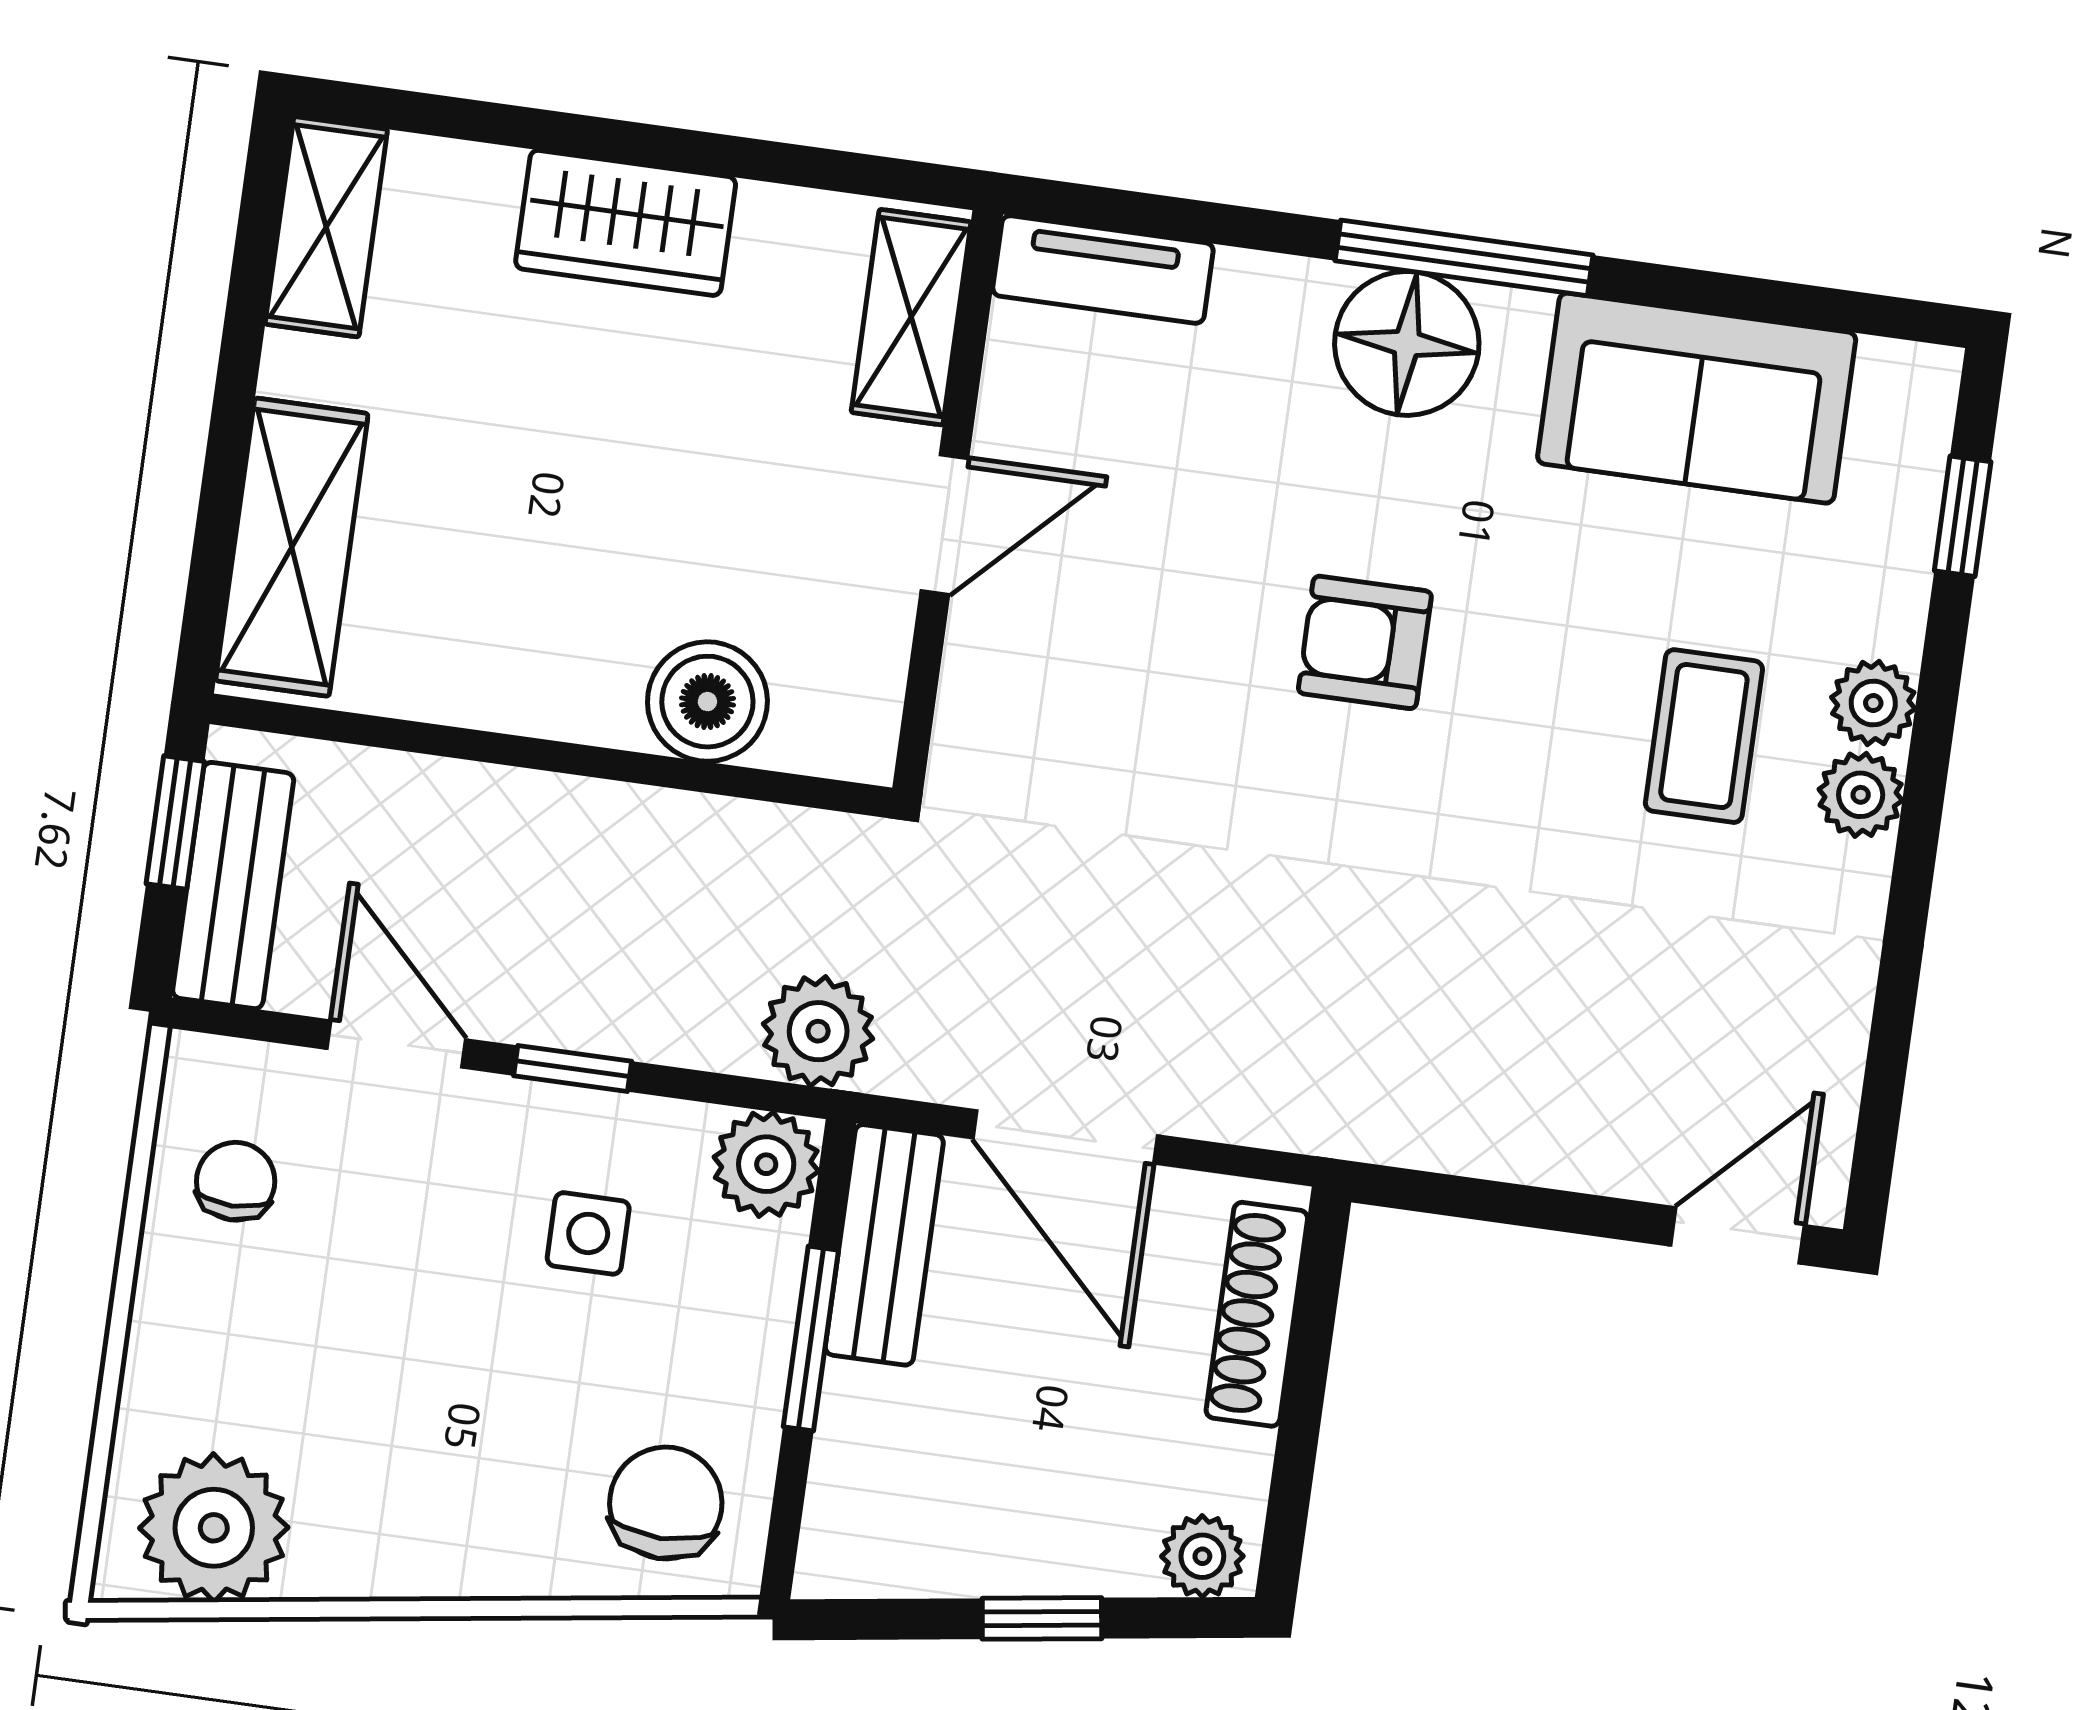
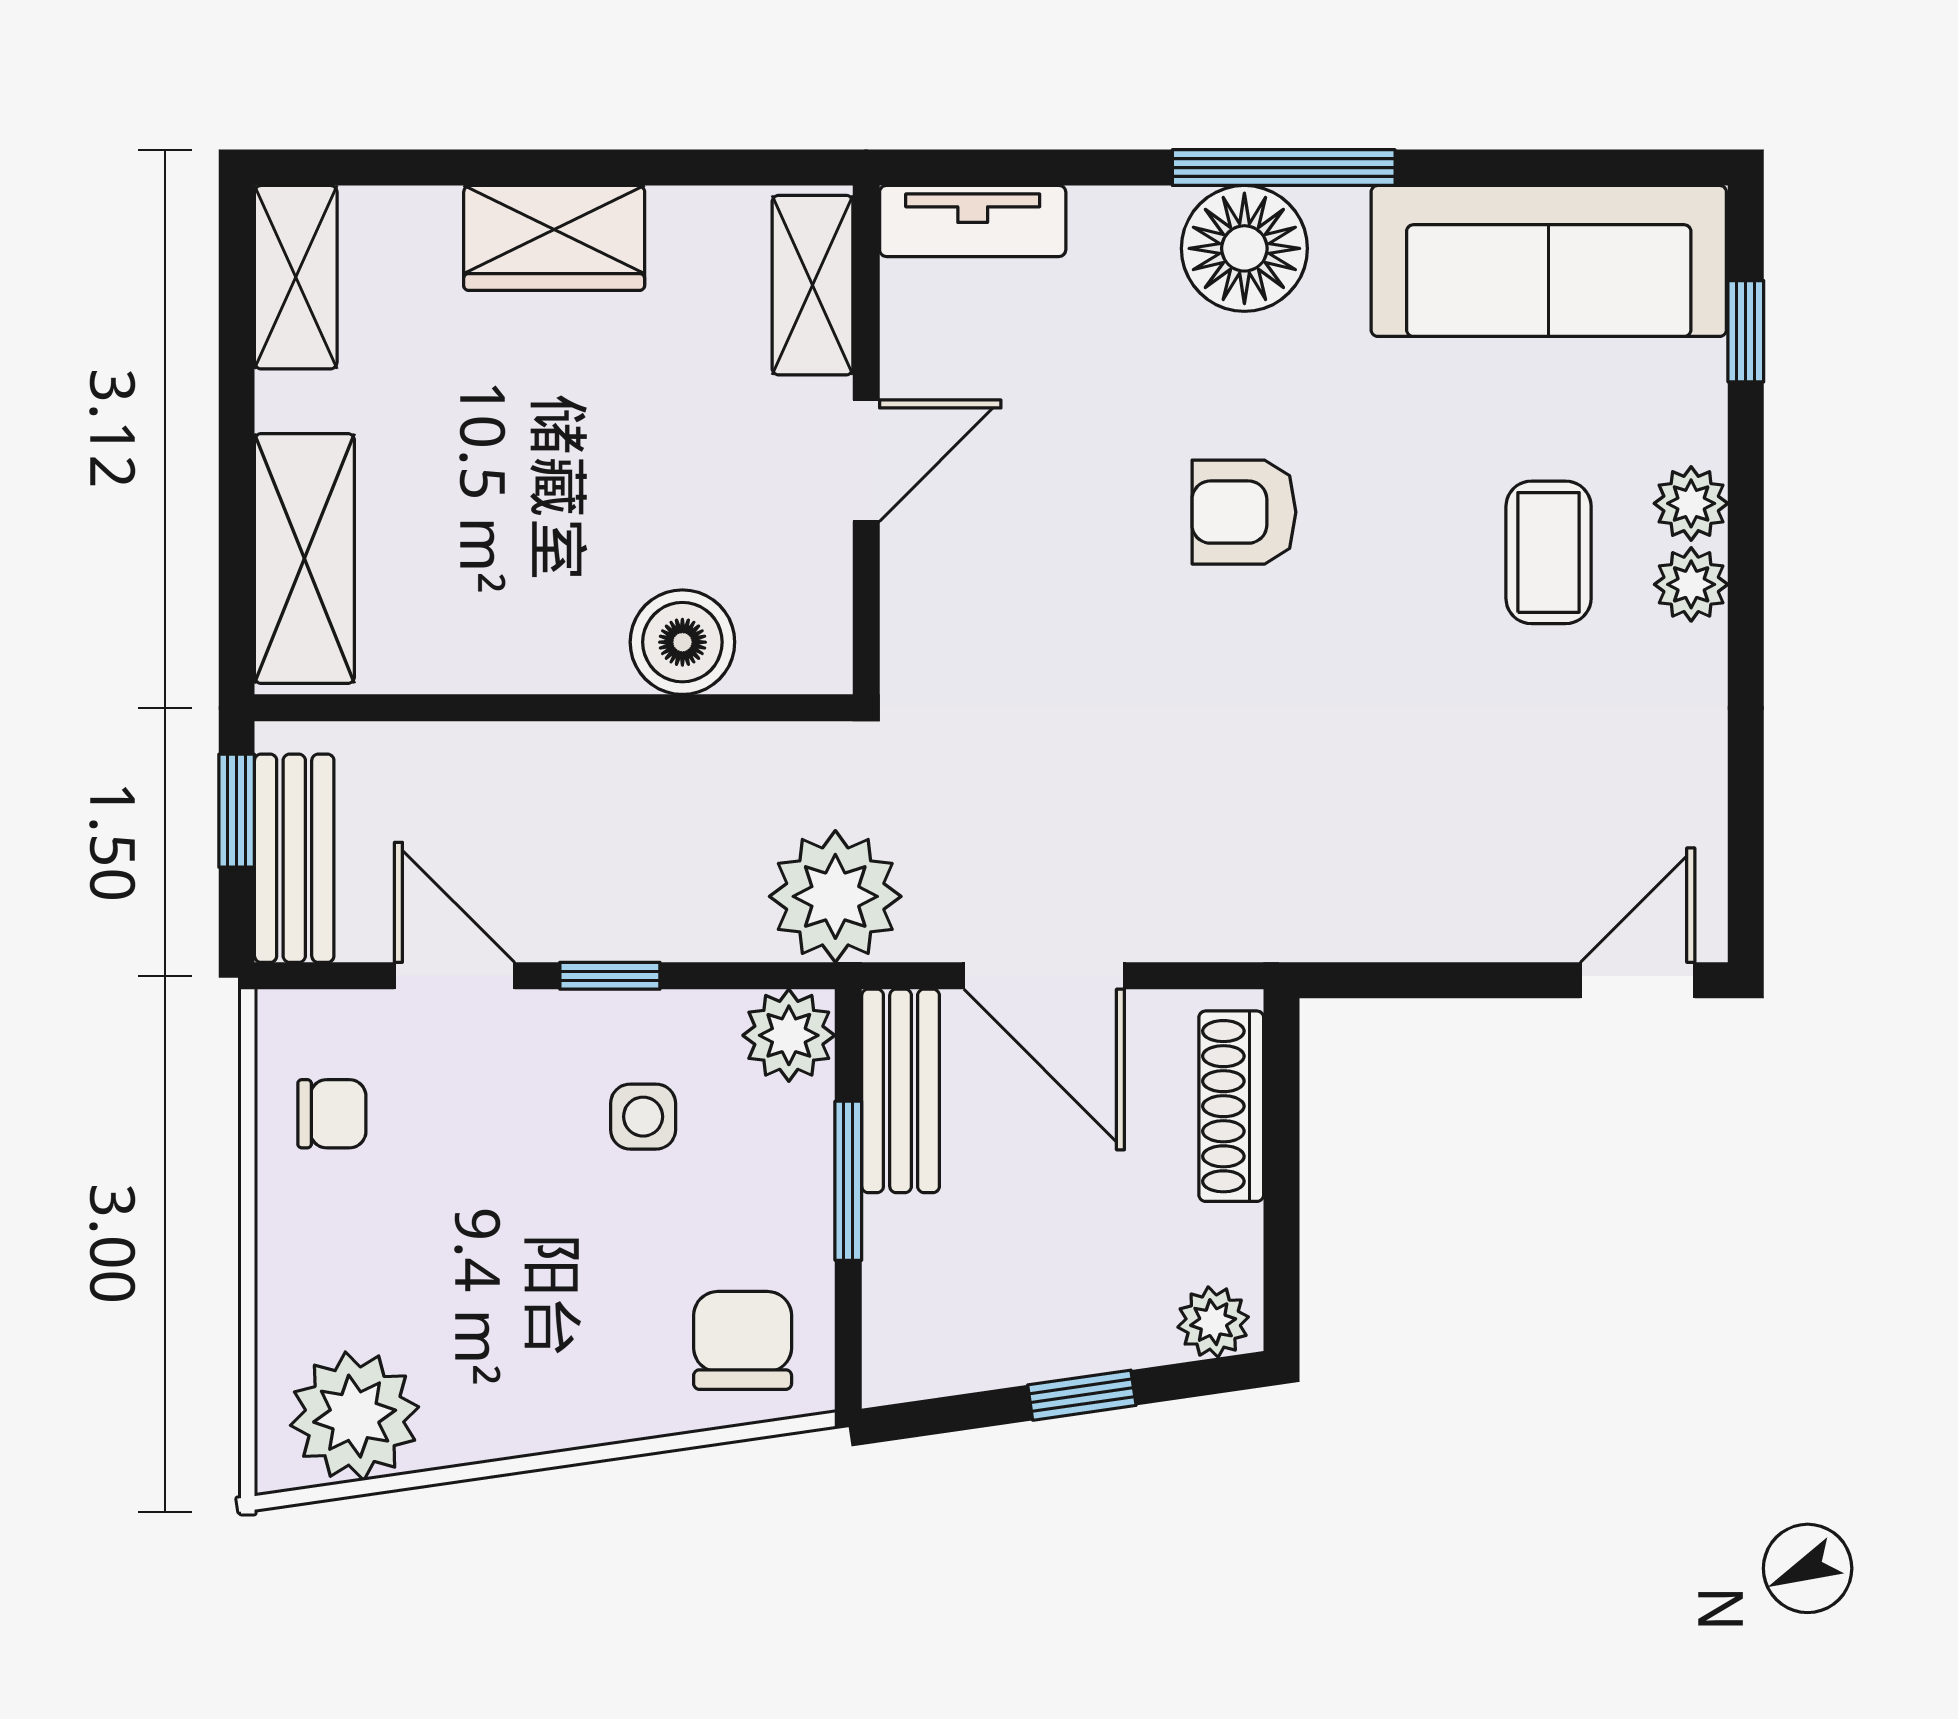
sofa: (1697, 398) -> (1549, 261), width x1.36
plant: (818, 1031) -> (835, 896), width x1.36, depth x1.36
chair: (236, 1181) -> (332, 1114), turned 90

